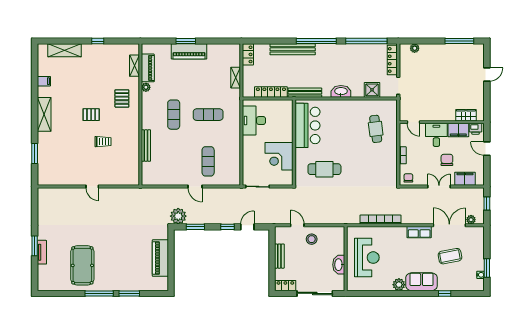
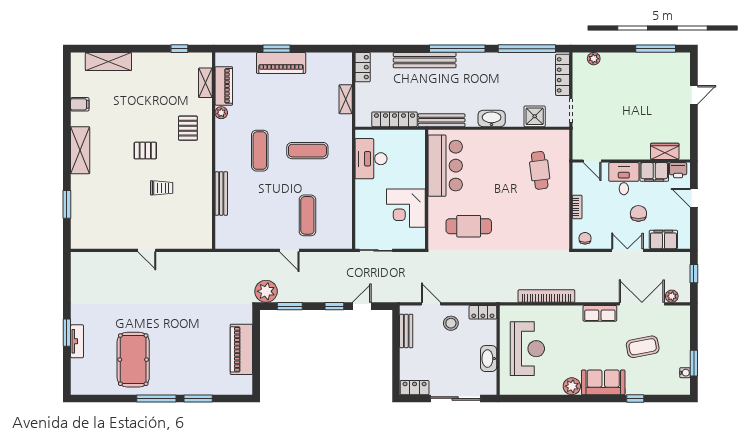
window: (98, 41) -> (179, 49), moved
locker: (335, 231) -> (483, 312), added
bench: (279, 256) -> (406, 331), moved

